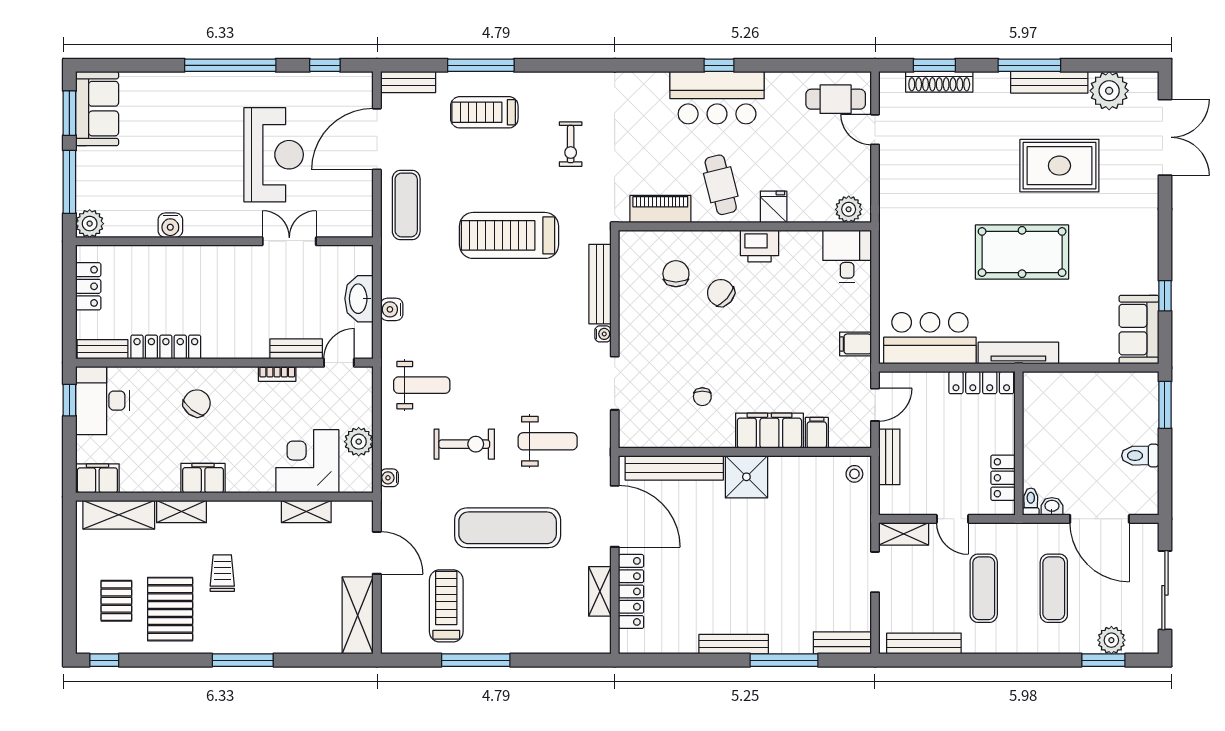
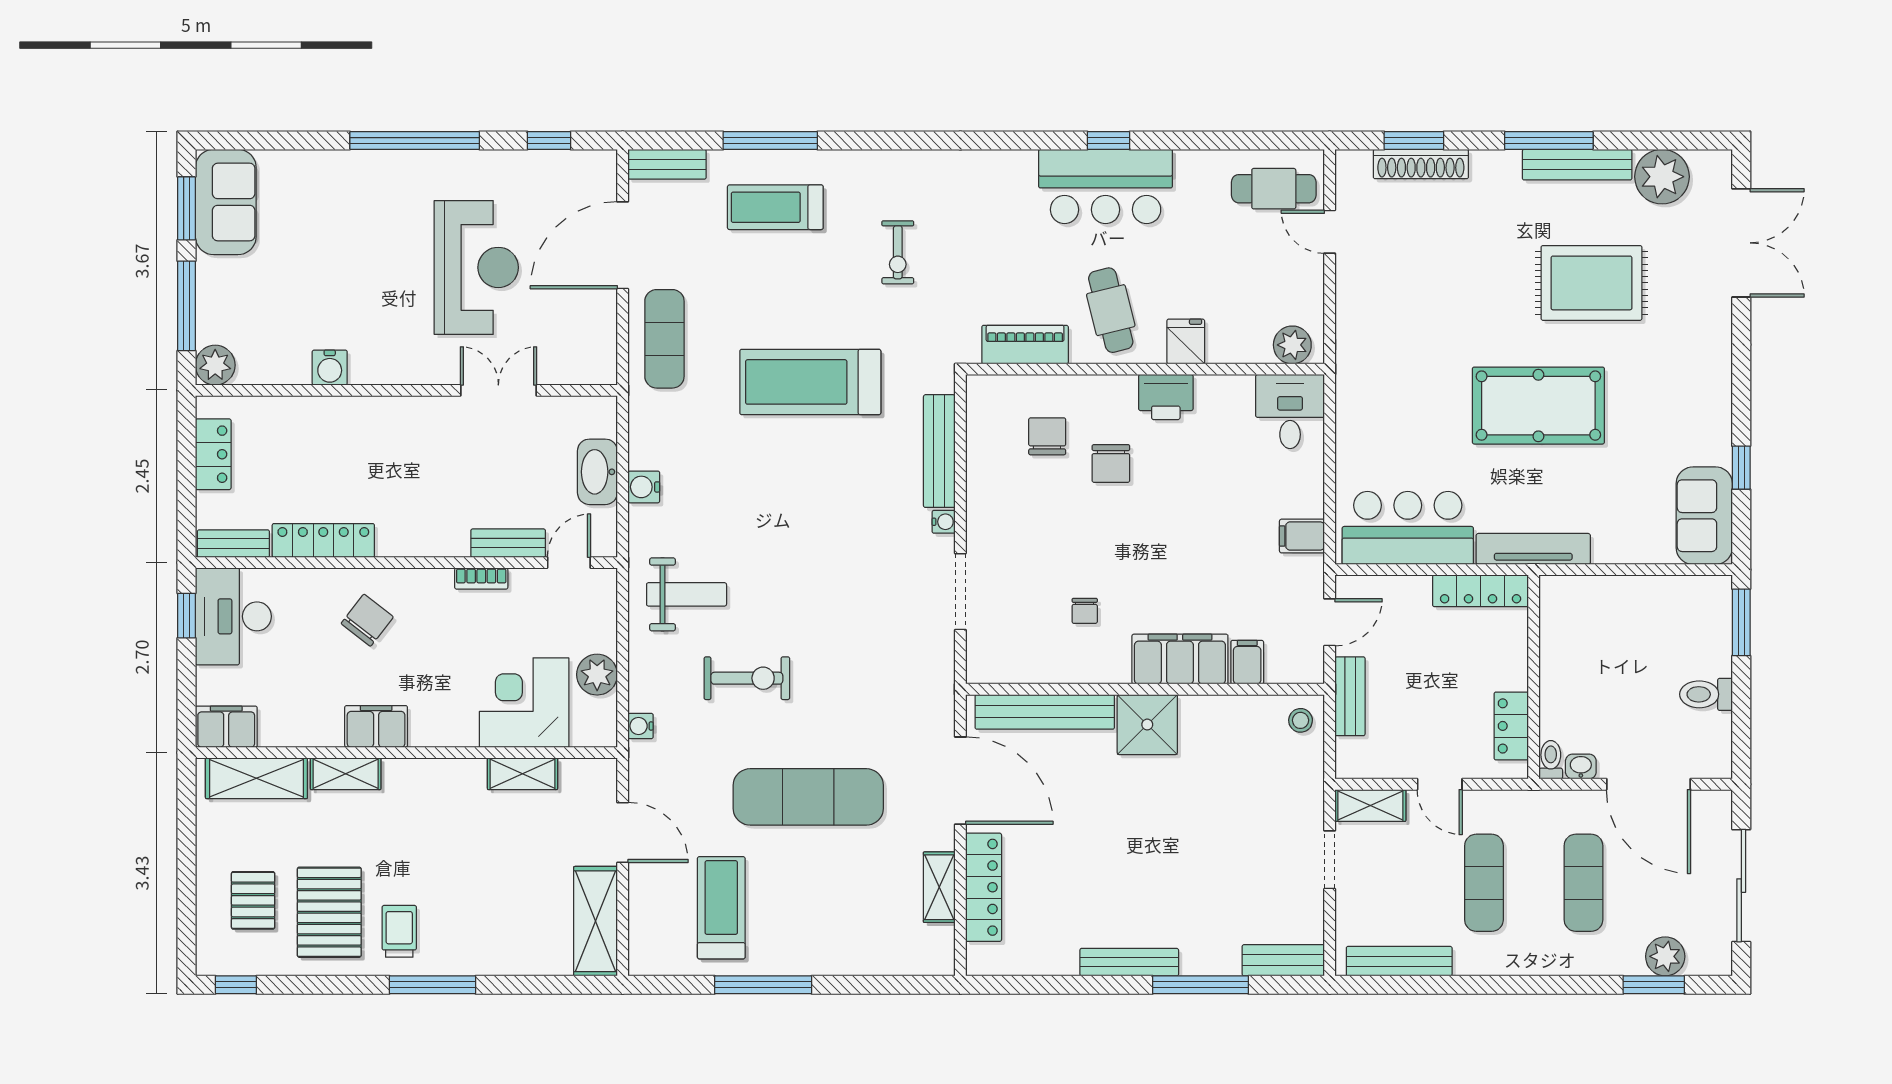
chair: (721, 293) -> (1111, 463), turned -131
weight bench: (548, 441) -> (865, 674), removed
trolley: (222, 573) -> (399, 931), moved

